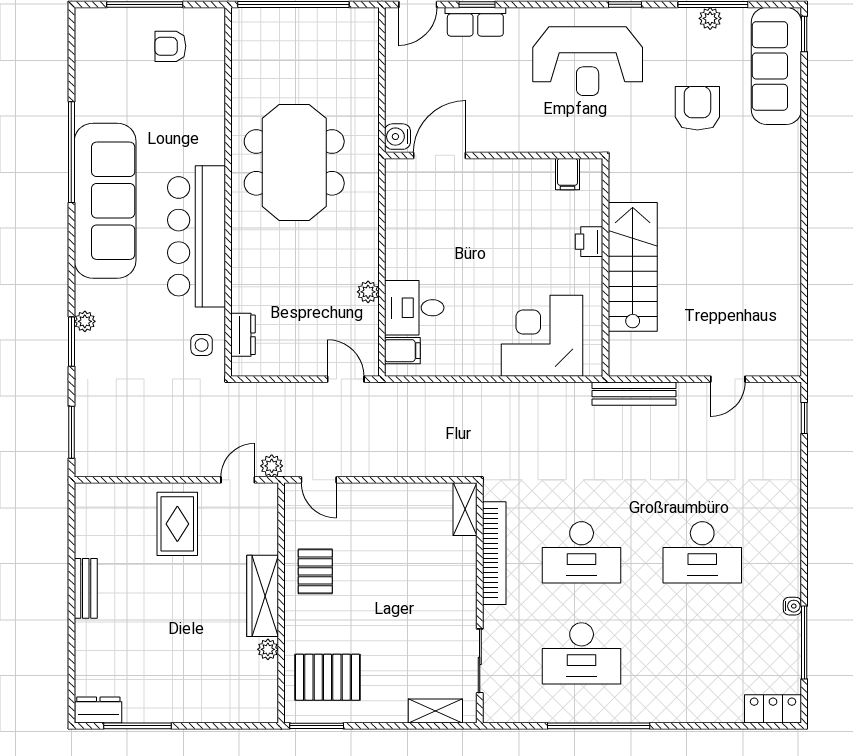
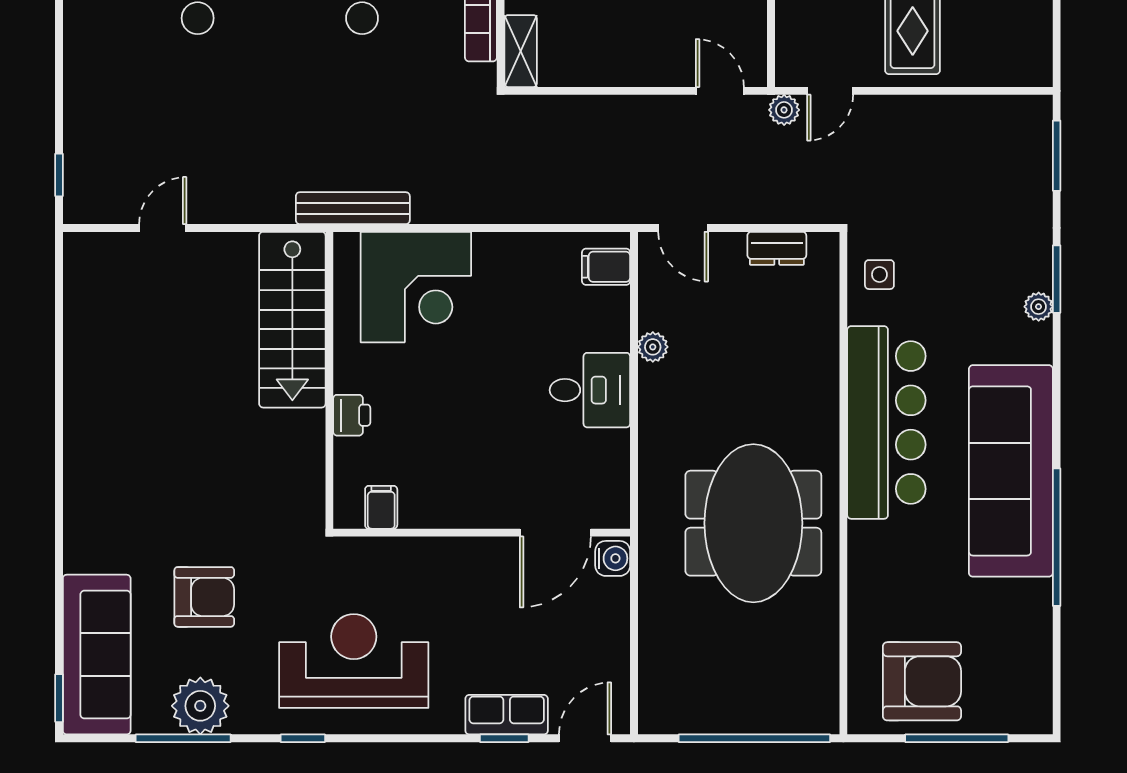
plant: (710, 18) -> (200, 706), width x1.88, depth x1.88
armchair: (170, 46) -> (922, 681), width x1.88, depth x1.88
armchair: (697, 108) -> (204, 597), turned -90
stairs: (633, 267) -> (292, 320), moved
desk: (414, 308) -> (590, 390), moved
dresser: (243, 335) -> (777, 248), moved, turned -90
bench: (634, 394) -> (353, 208), moved

